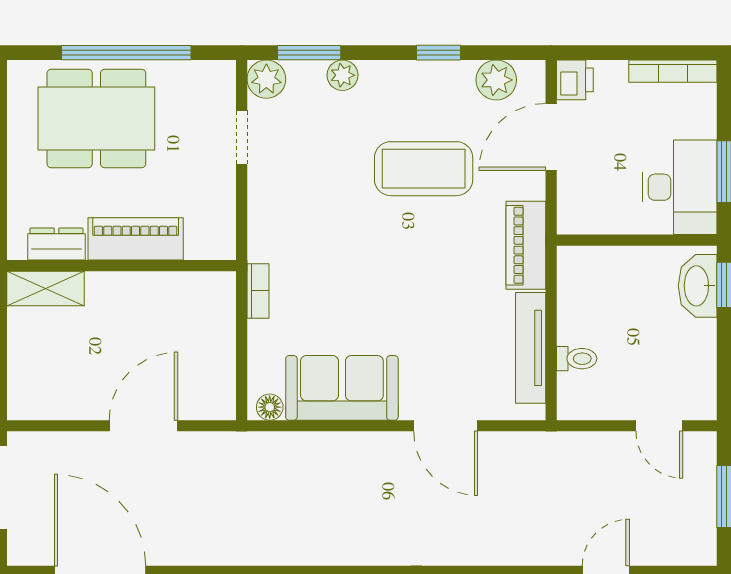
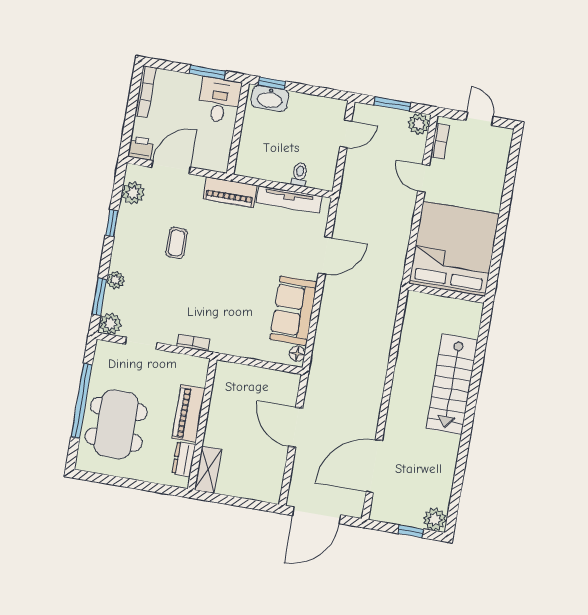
door: (551, 137) -> (171, 167), swing flipped
coffee table: (424, 169) -> (177, 243), width x0.54, depth x0.58
desk: (680, 187) -> (219, 100), width x0.73
bookcase: (258, 291) -> (193, 343), moved
plant: (697, 547) -> (419, 124), added

